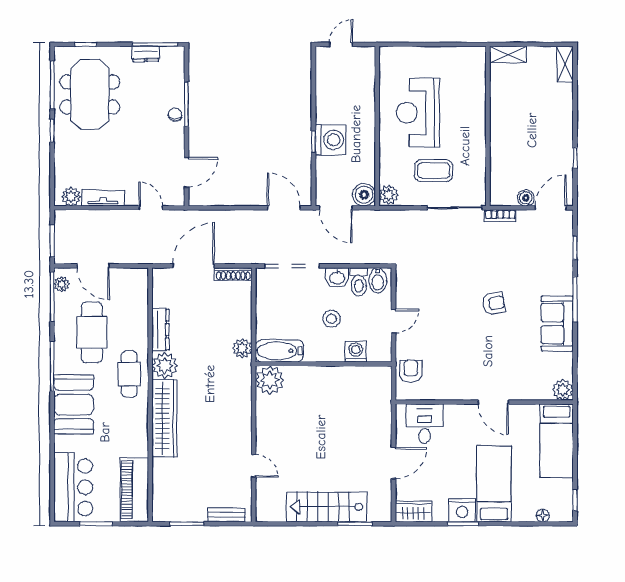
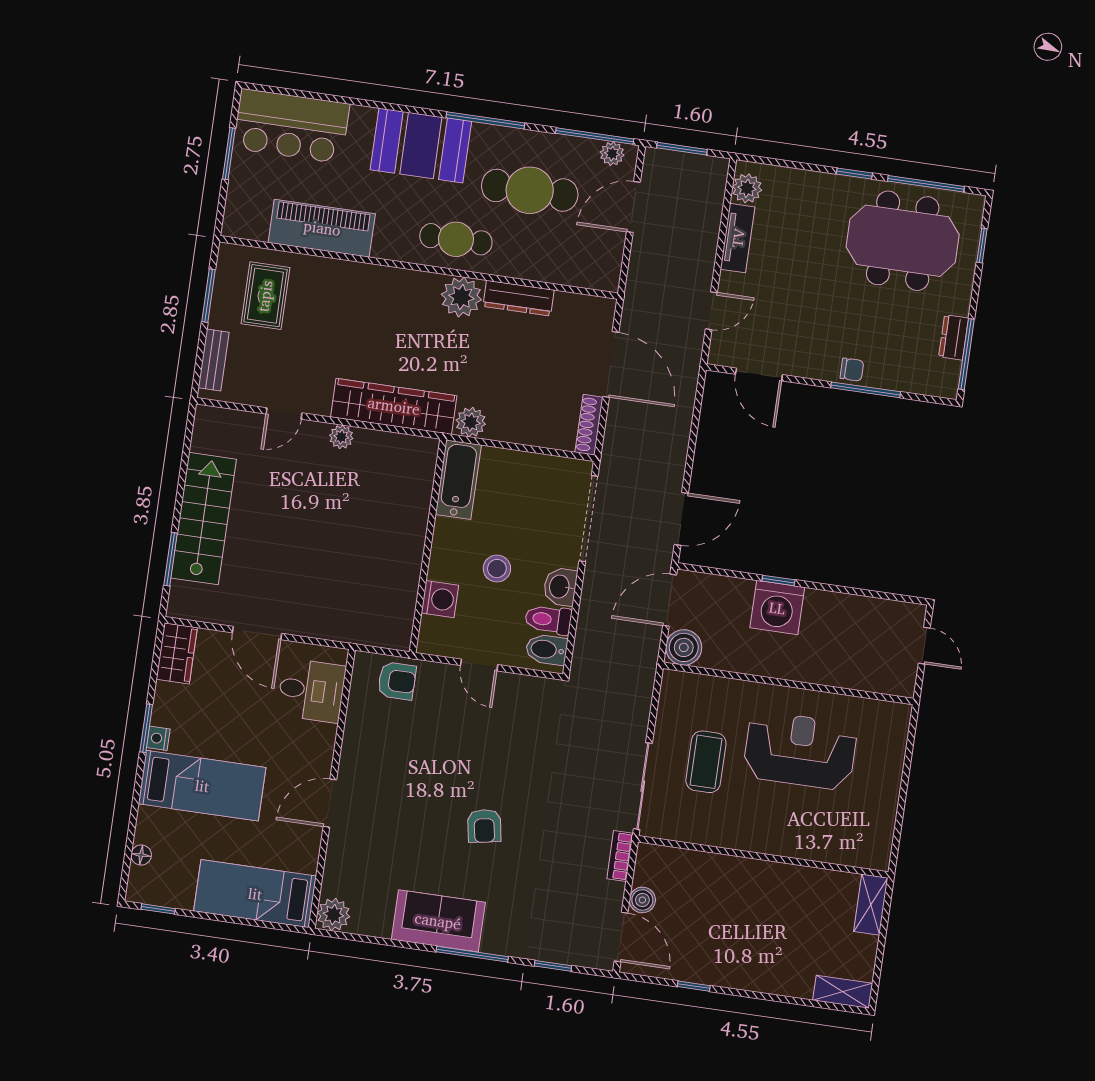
plant: (389, 195) -> (678, 686), removed
plant: (270, 380) -> (341, 437), moved, width x0.53, depth x0.53
wardrobe: (164, 418) -> (394, 406), moved, turned 180
rug: (182, 488) -> (265, 296), added
piano: (134, 490) -> (322, 228), moved
nightstand: (462, 510) -> (158, 738), width x0.53, depth x0.56

